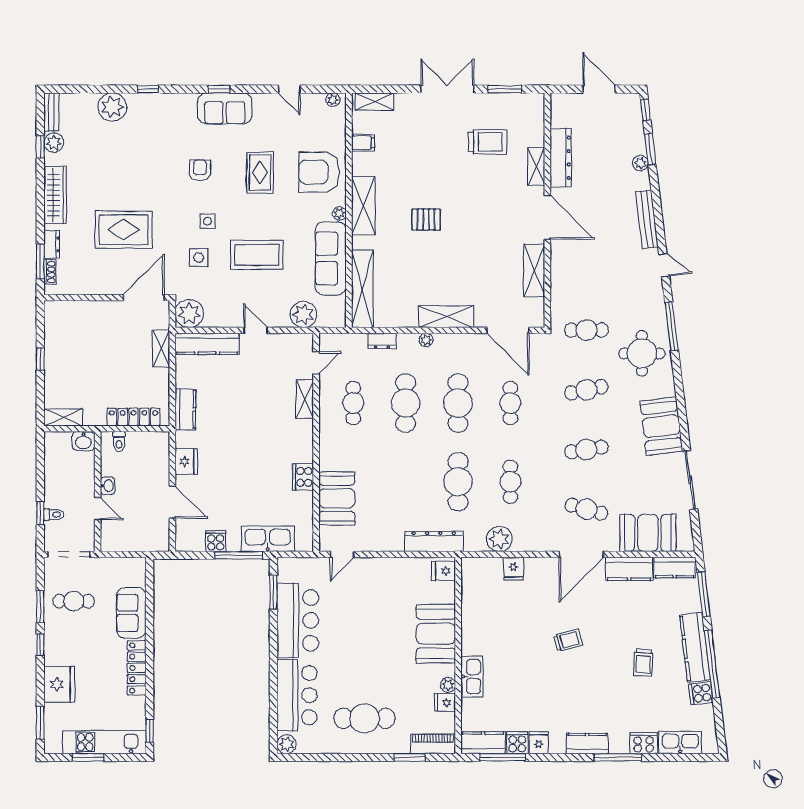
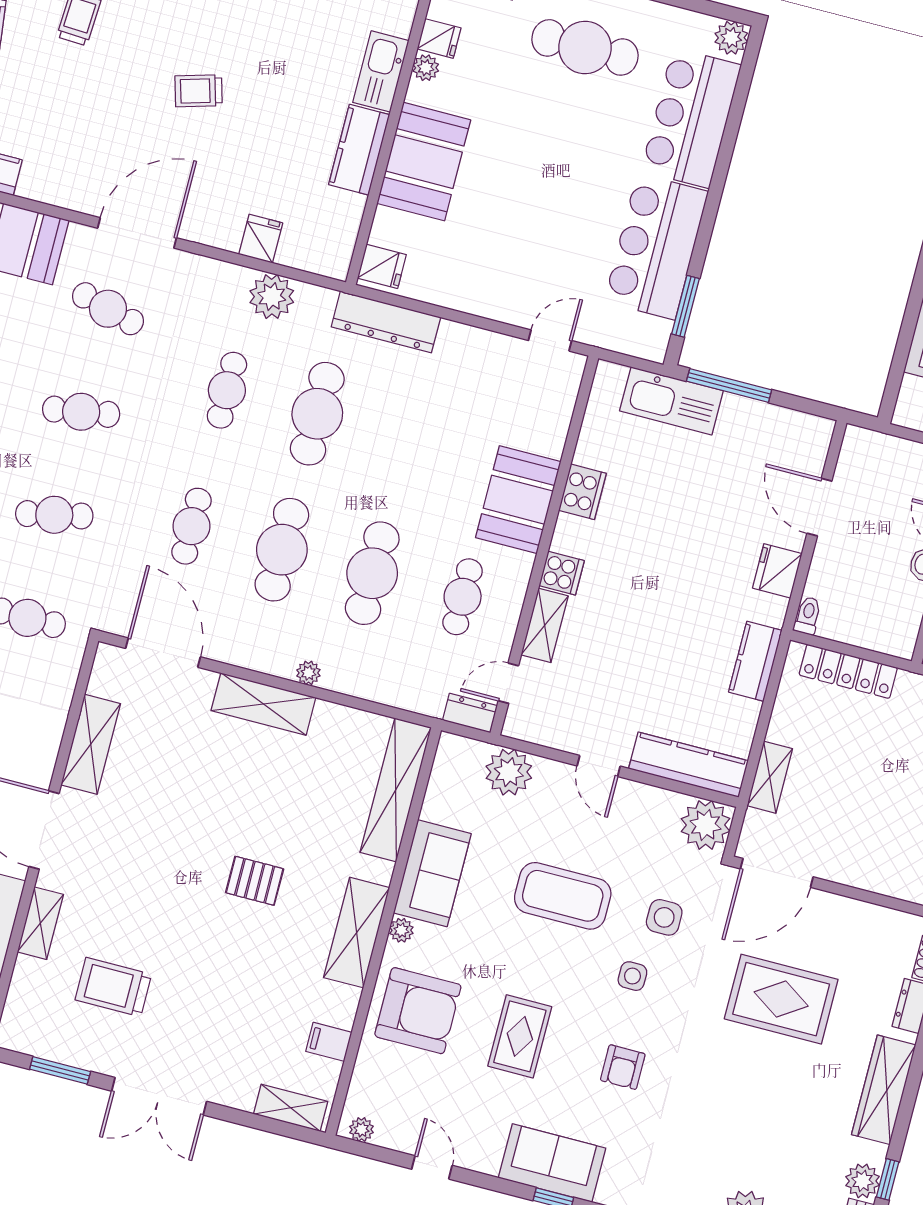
sofa: (331, 258) -> (432, 873), width x0.73
dresser: (382, 341) -> (470, 713), moved
toilet: (119, 442) -> (808, 616), moved
booth: (337, 498) -> (518, 500), moved
cooker: (216, 541) -> (562, 573), moved, turned -90
kitchen counter: (629, 569) -> (359, 150), moved, turned -90

